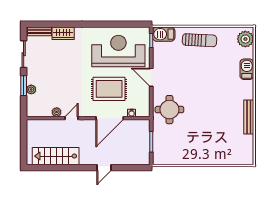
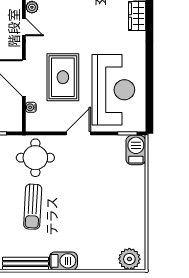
sun lounger: (199, 40) -> (33, 207), moved
barbecue: (247, 69) -> (63, 261), moved

